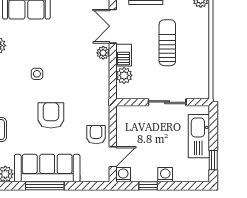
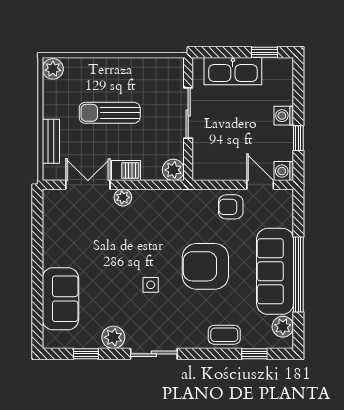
double door: (113, 26) -> (88, 185), swing flipped
plant: (124, 75) -> (173, 170), moved
armchair: (51, 115) -> (205, 266), width x1.36, depth x1.36
window: (45, 186) -> (298, 275), width x1.46

